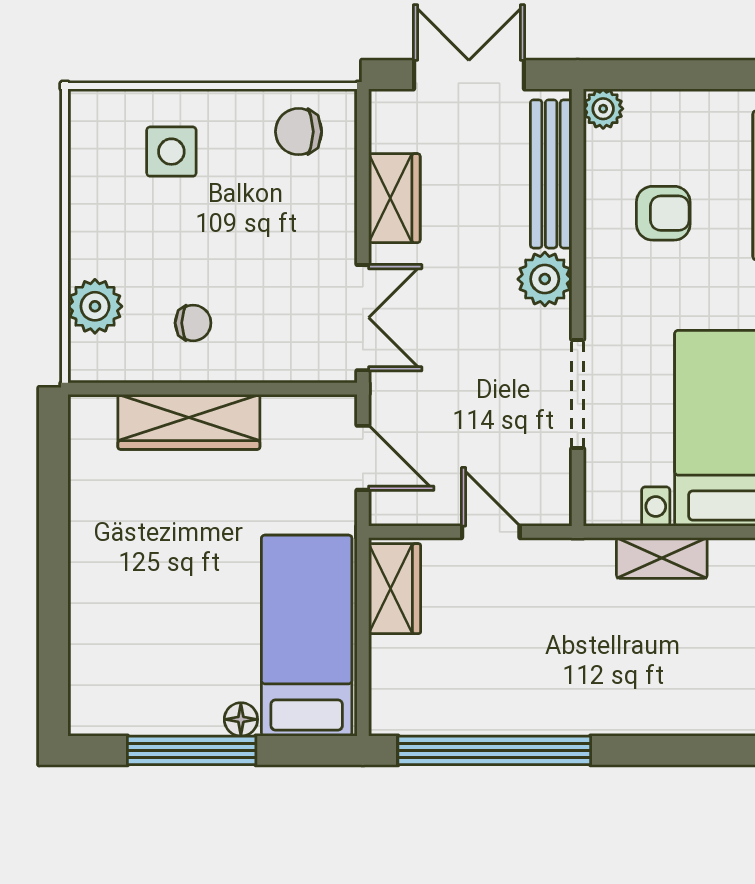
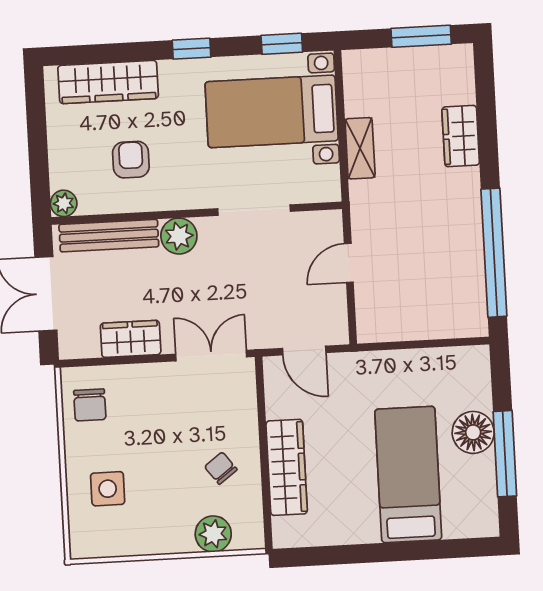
chair: (193, 323) -> (221, 468), turned -37
door: (363, 458) -> (304, 351), swing flipped
wardrobe: (395, 589) -> (461, 136), moved, turned -90
bed: (307, 636) -> (408, 474), moved, turned 90
floor lamp: (241, 719) -> (473, 432), width x1.89, depth x1.89

